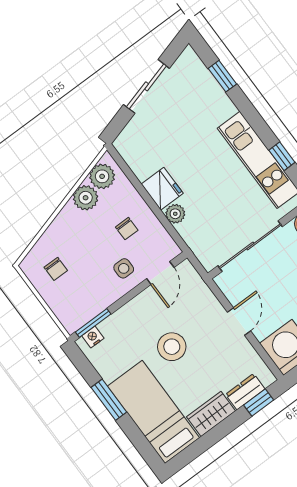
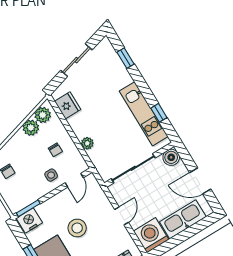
fridge: (162, 189) -> (68, 105), moved
nightstand: (93, 337) -> (29, 221), width x1.89, depth x1.79

